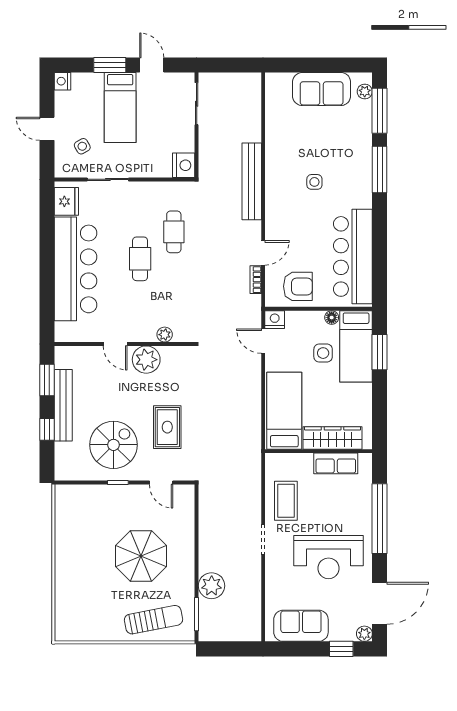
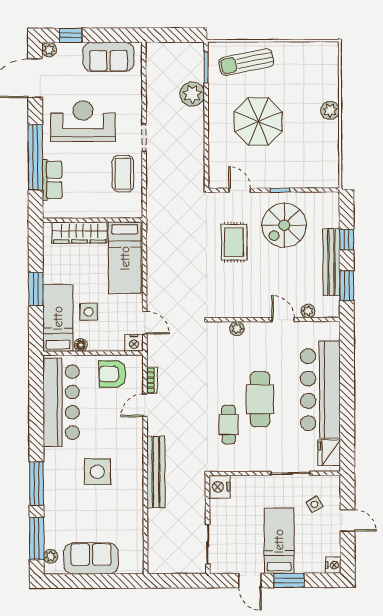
side table: (314, 182) -> (97, 472), width x1.87, depth x1.87
cafe table: (140, 259) -> (260, 399), width x1.37, depth x1.35
window: (380, 352) -> (36, 289), moved
plant: (146, 360) -> (308, 311), moved, width x0.53, depth x0.53
row of seats: (336, 463) -> (52, 180), moved, turned 90
plant: (64, 568) -> (330, 110), added

